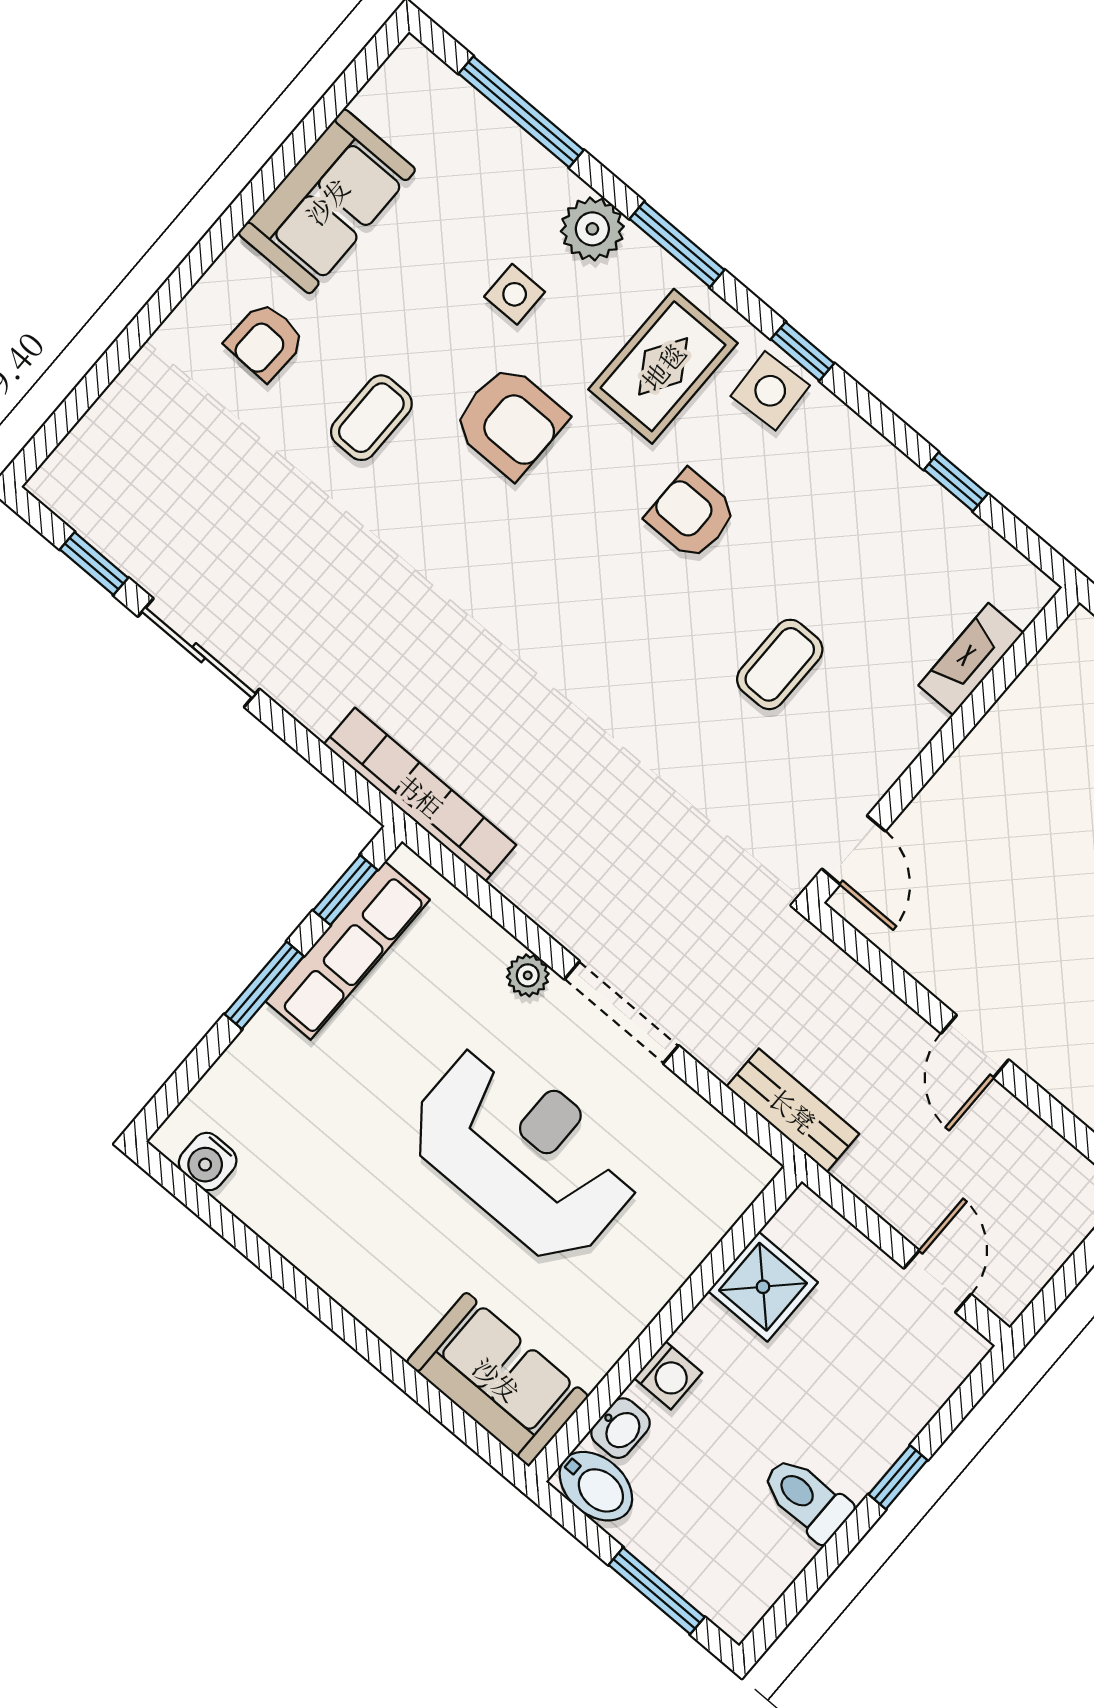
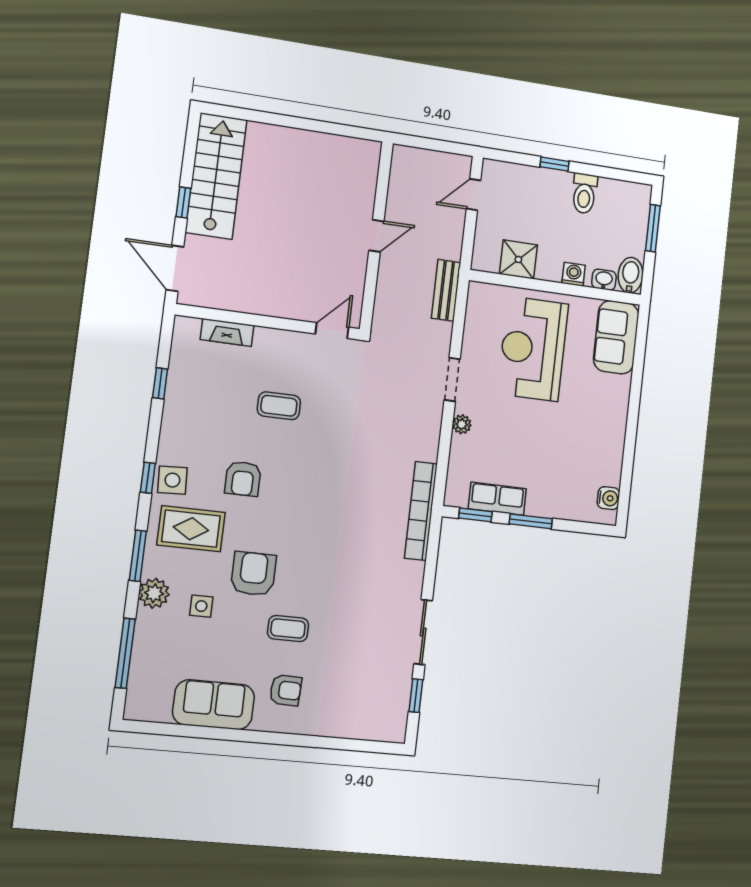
row of seats: (348, 950) -> (497, 499), width x0.68
doorway: (621, 1012) -> (452, 380), width x0.73
reception desk: (524, 1153) -> (533, 349), moved

